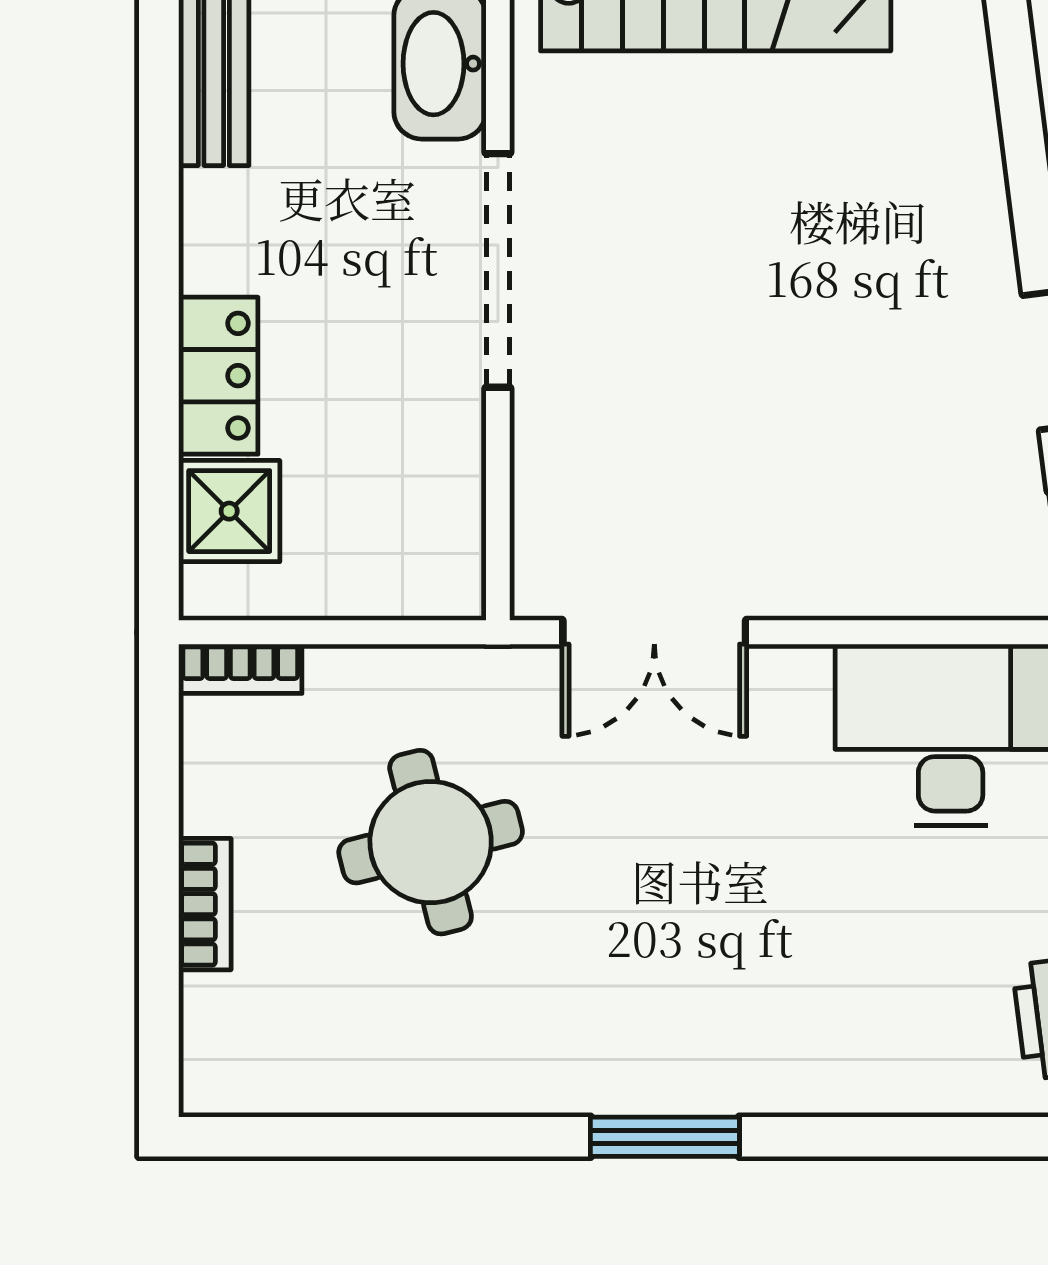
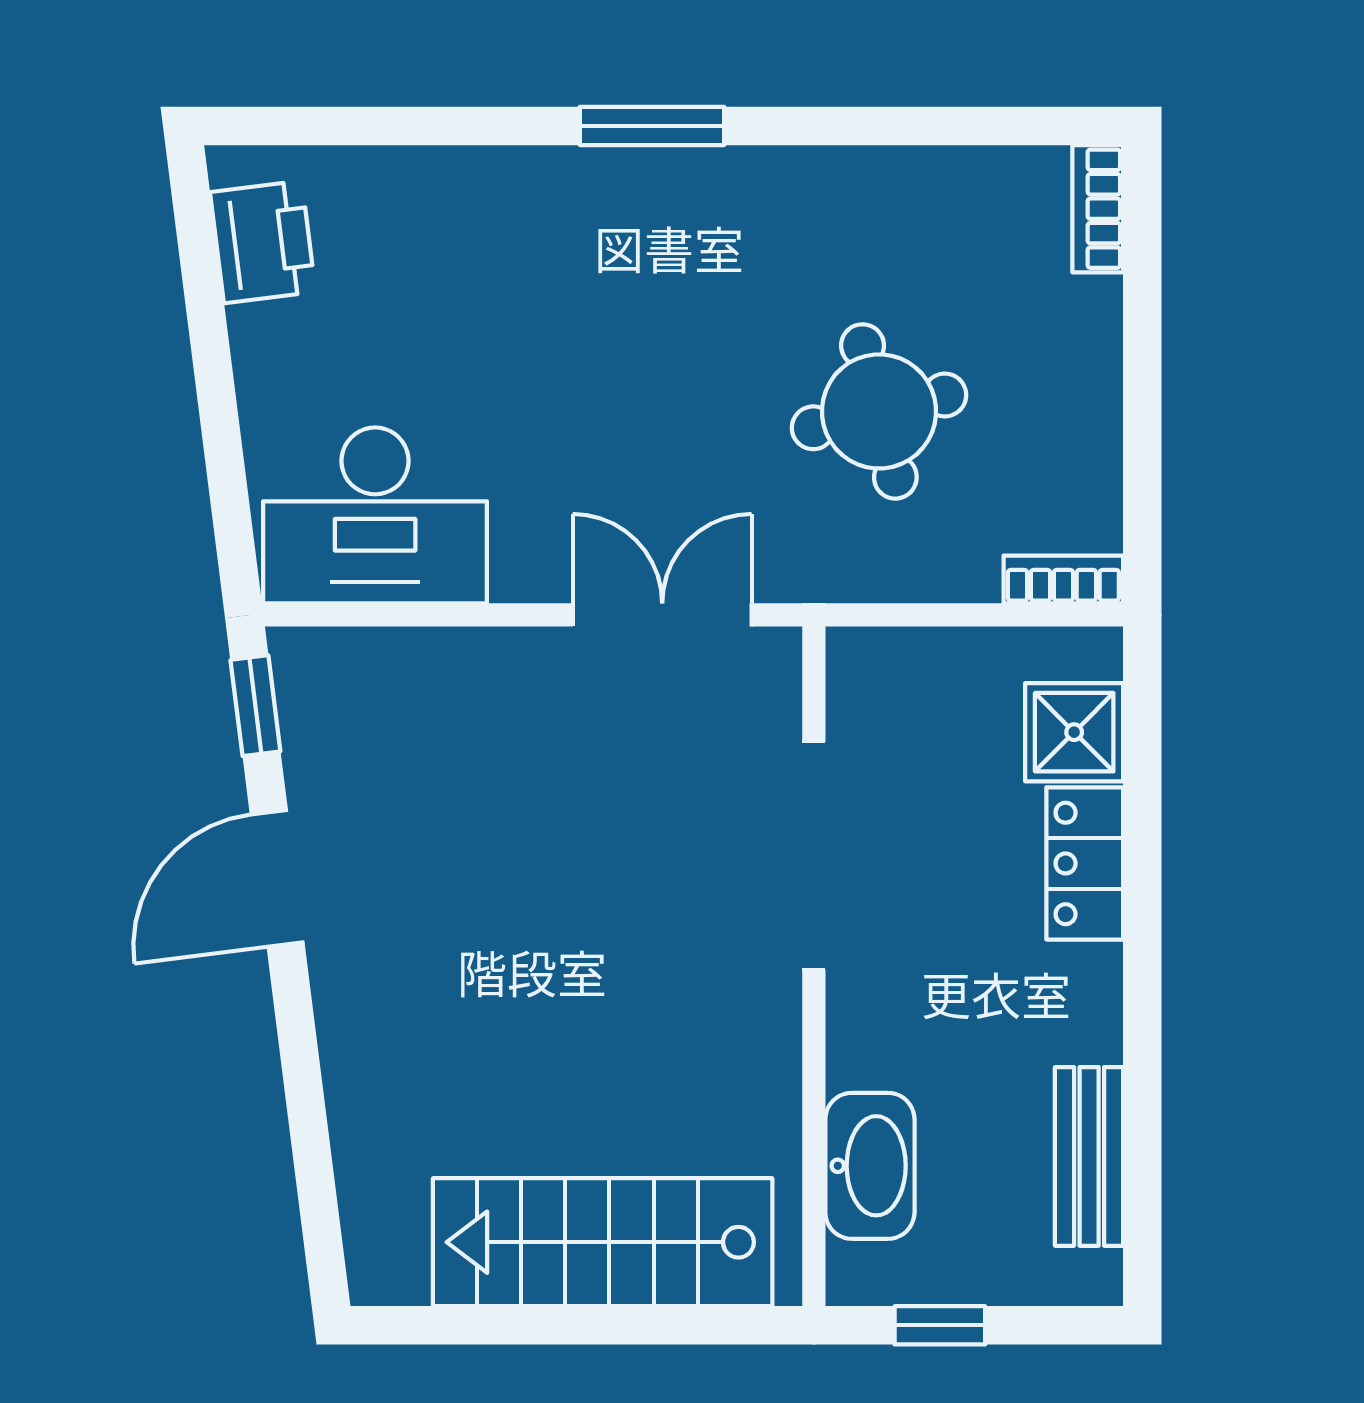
doorway: (498, 270) -> (814, 856), moved
bookcase: (205, 904) -> (1098, 209), moved

